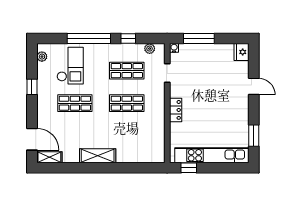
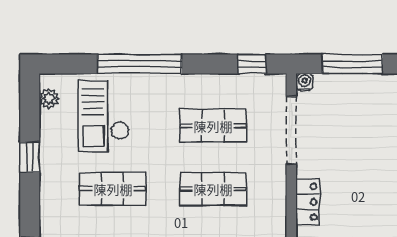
window: (128, 39) -> (252, 64), moved
plant: (150, 49) -> (257, 83), removed
checkout: (70, 66) -> (104, 116), turned 180
doorway: (167, 73) -> (291, 130), width x1.88

